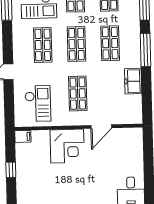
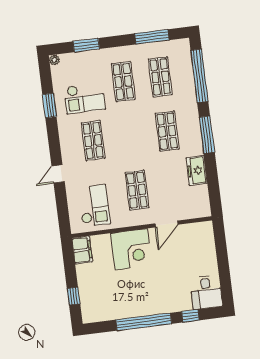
shop shelf: (76, 44) -> (130, 136), removed
filing cabinet: (23, 136) -> (82, 250), width x2.00
window: (11, 170) -> (74, 296), moved

